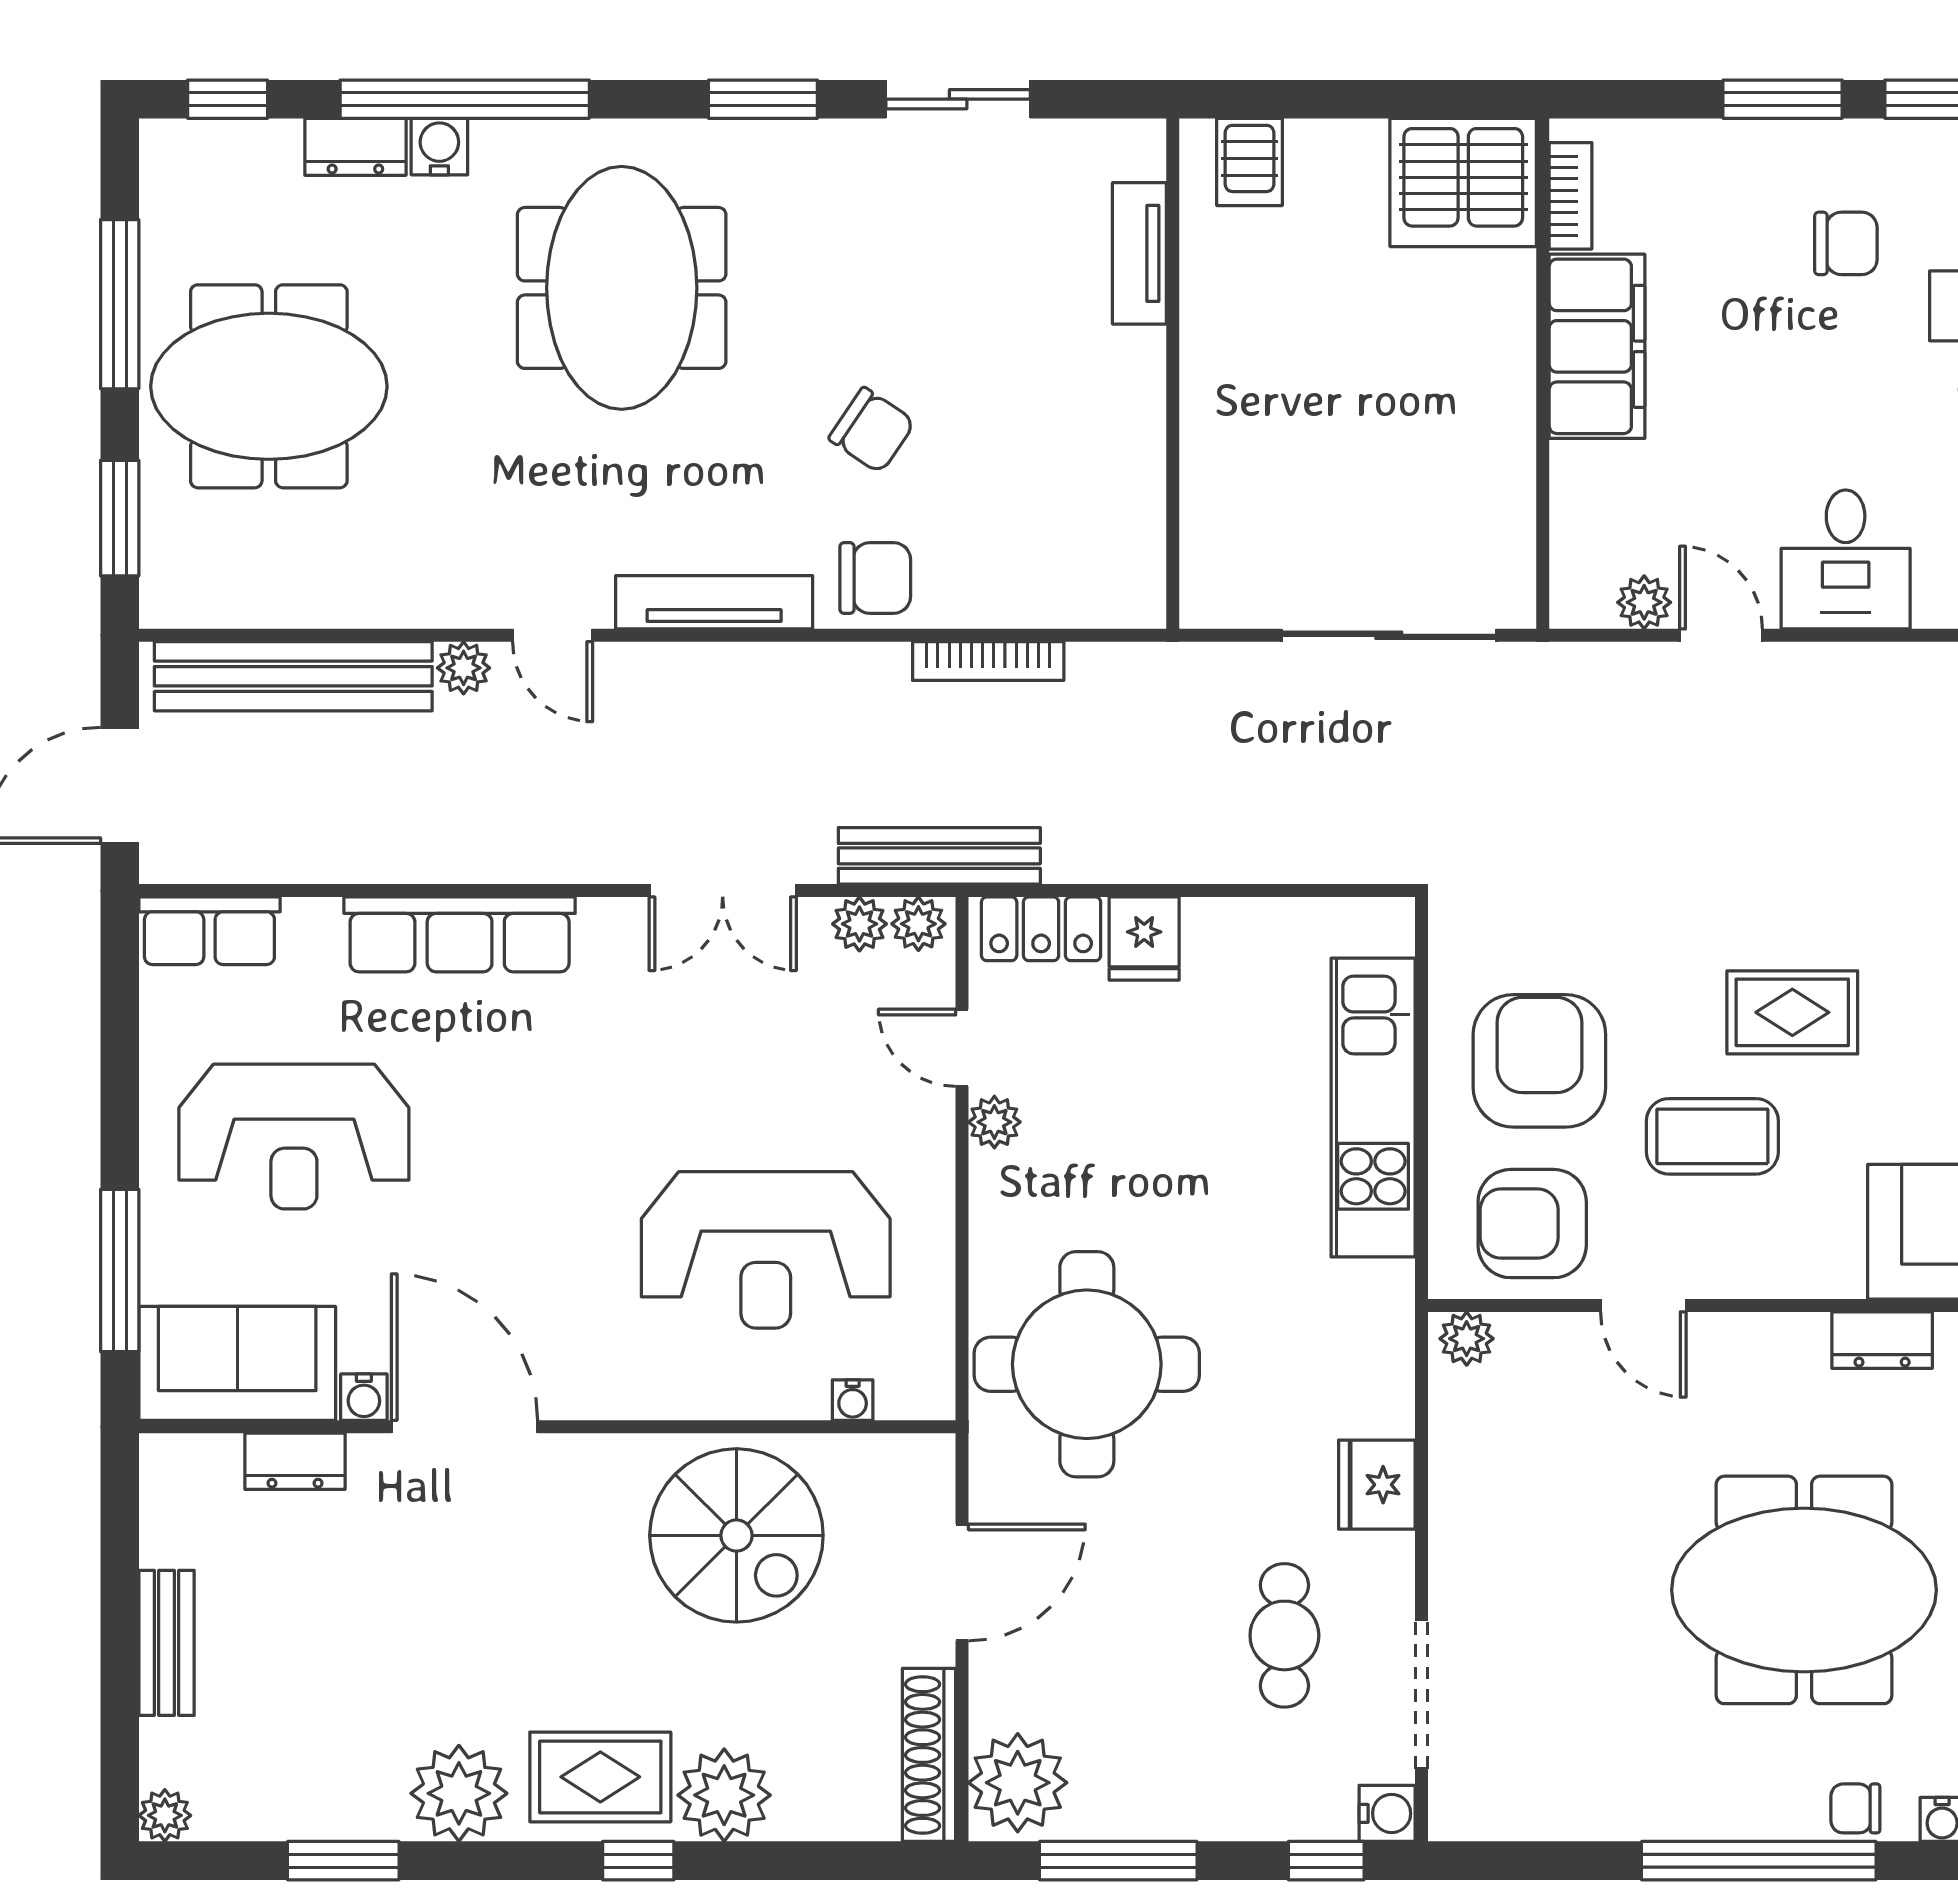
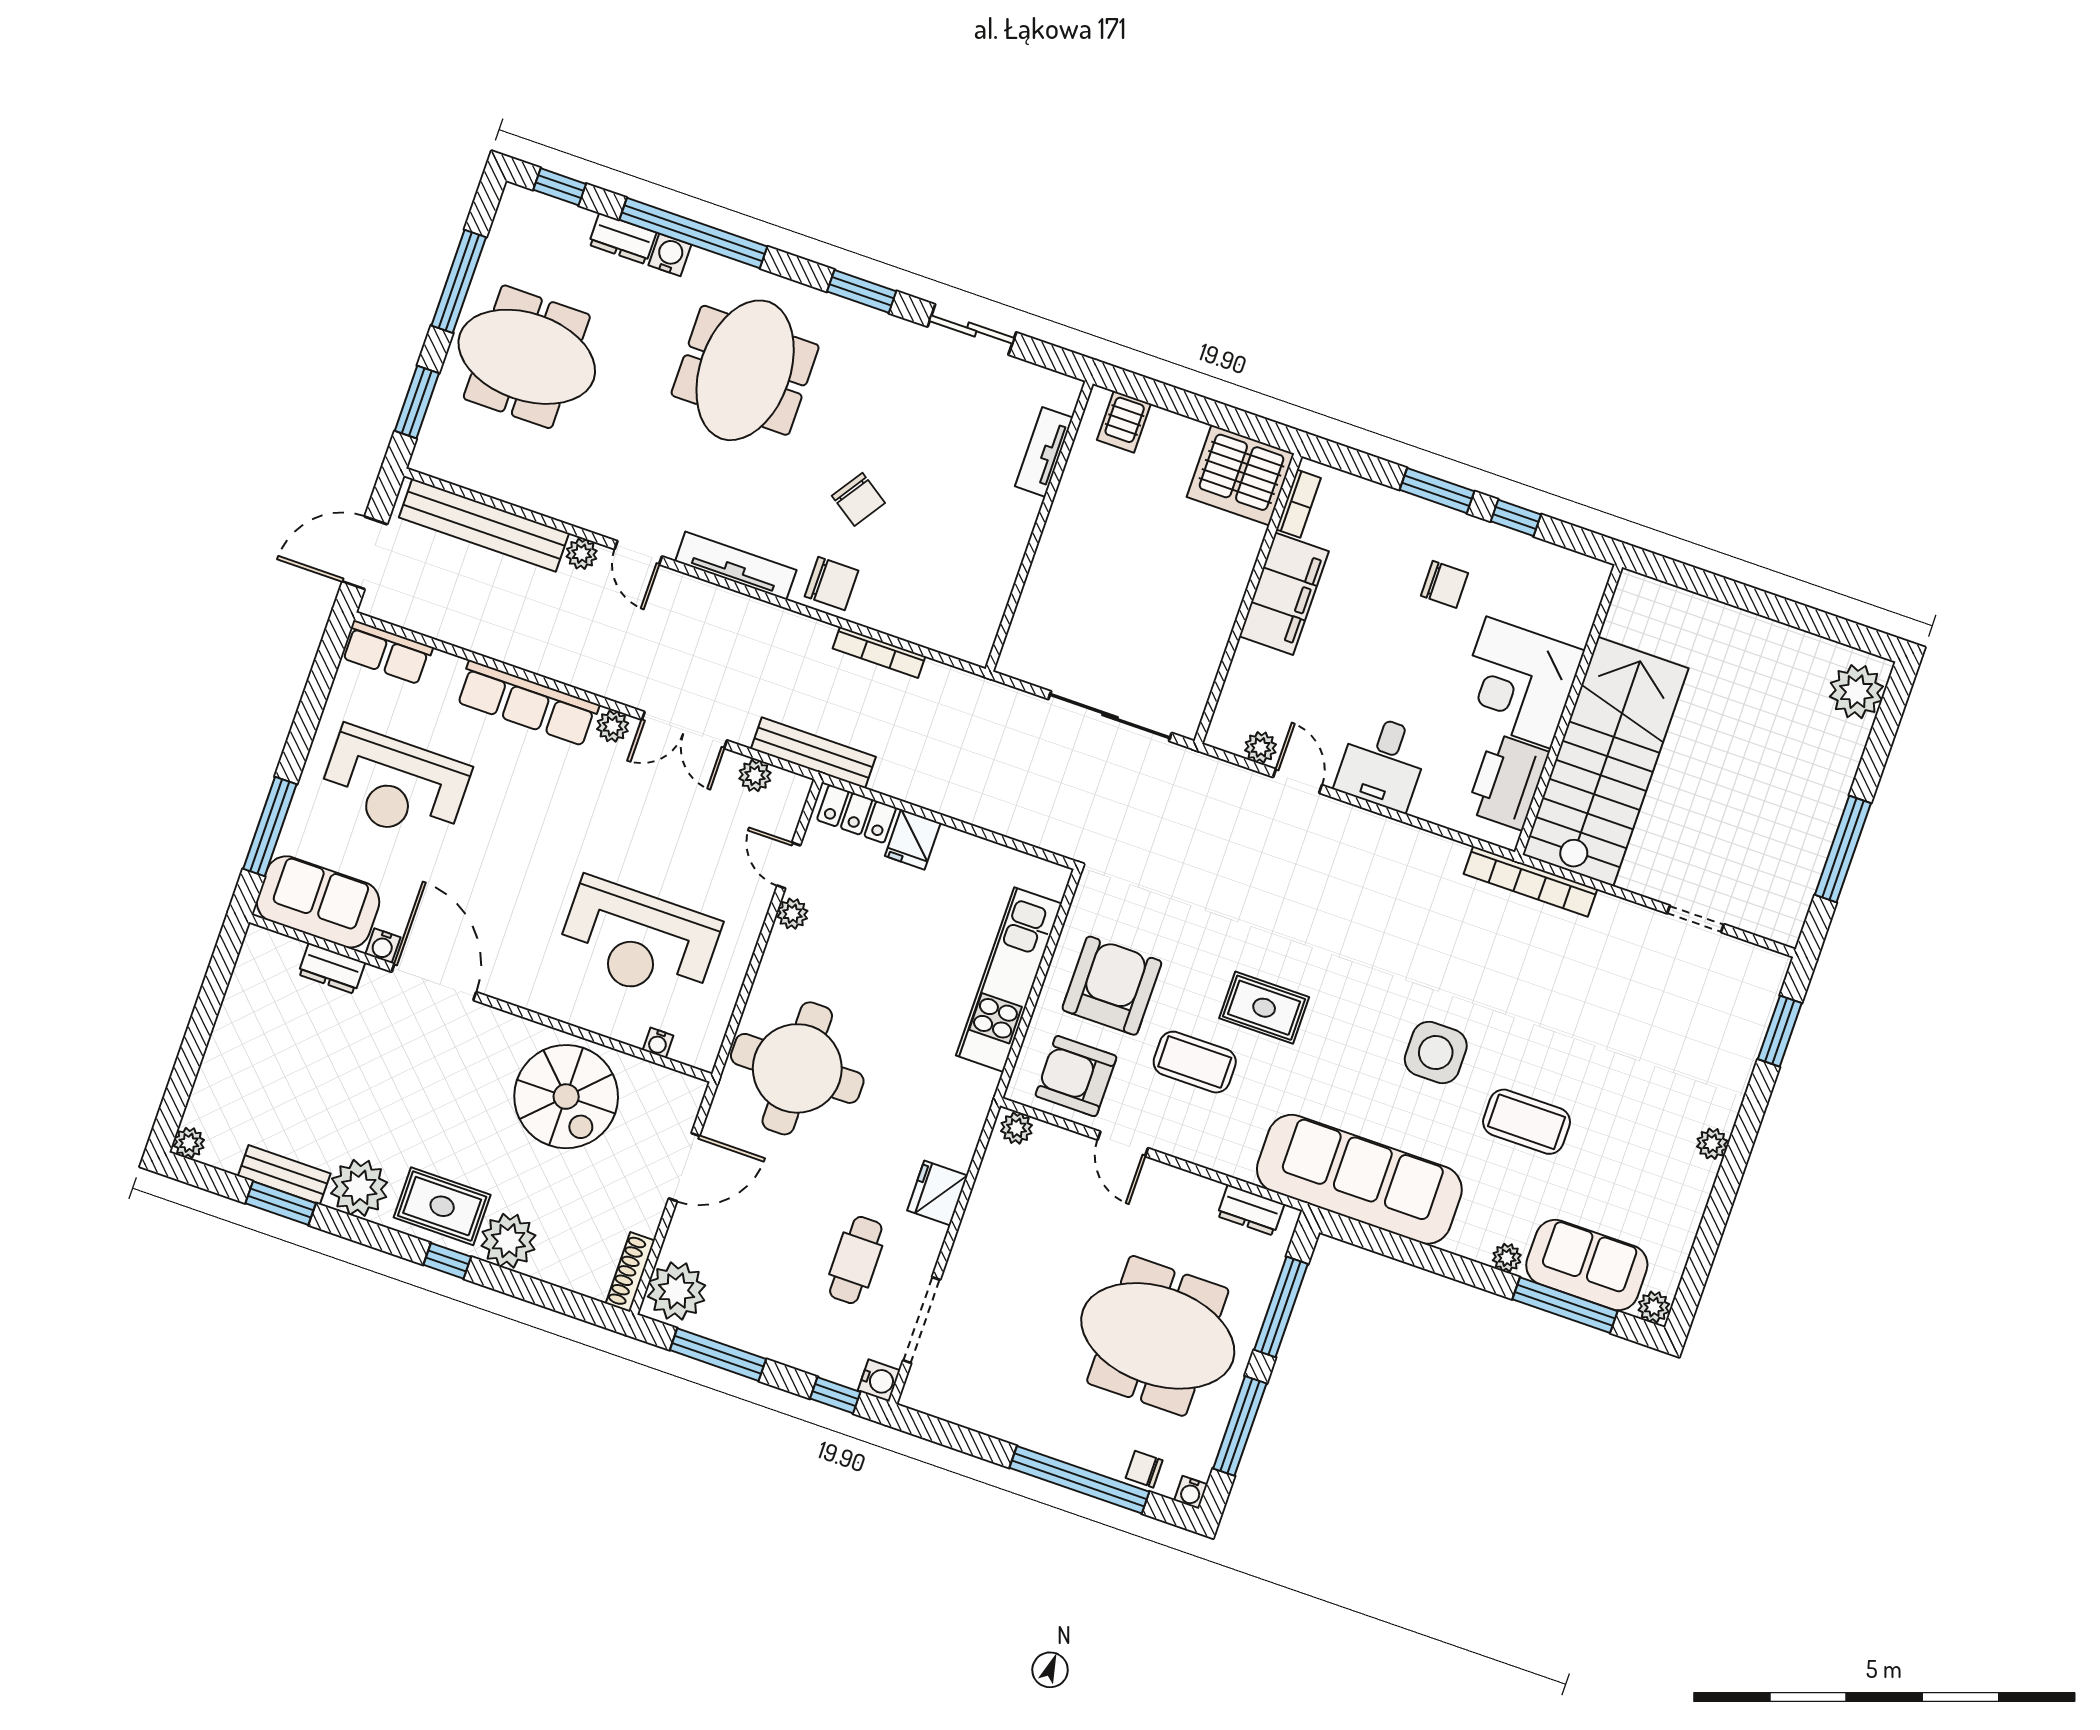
plant: (918, 924) -> (613, 726), moved
bench: (167, 1643) -> (284, 1175), moved, turned 90
shoe rack: (929, 1755) -> (630, 1272), width x0.74, depth x0.81

